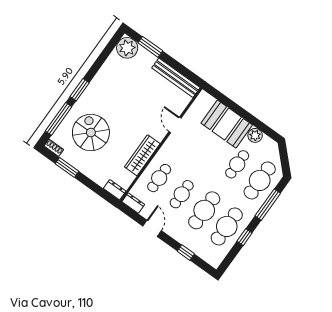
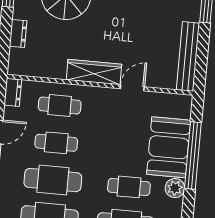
window: (241, 112) -> (193, 156), added
wardrobe: (142, 155) -> (94, 72), moved
dresser: (115, 190) -> (18, 34), moved

